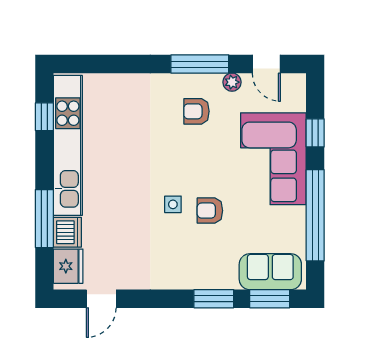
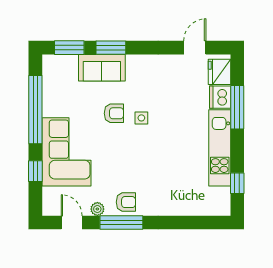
armchair: (196, 111) -> (126, 202), moved
kitchen unit: (68, 145) -> (220, 148), width x0.73
sofa: (270, 272) -> (102, 68), moved

